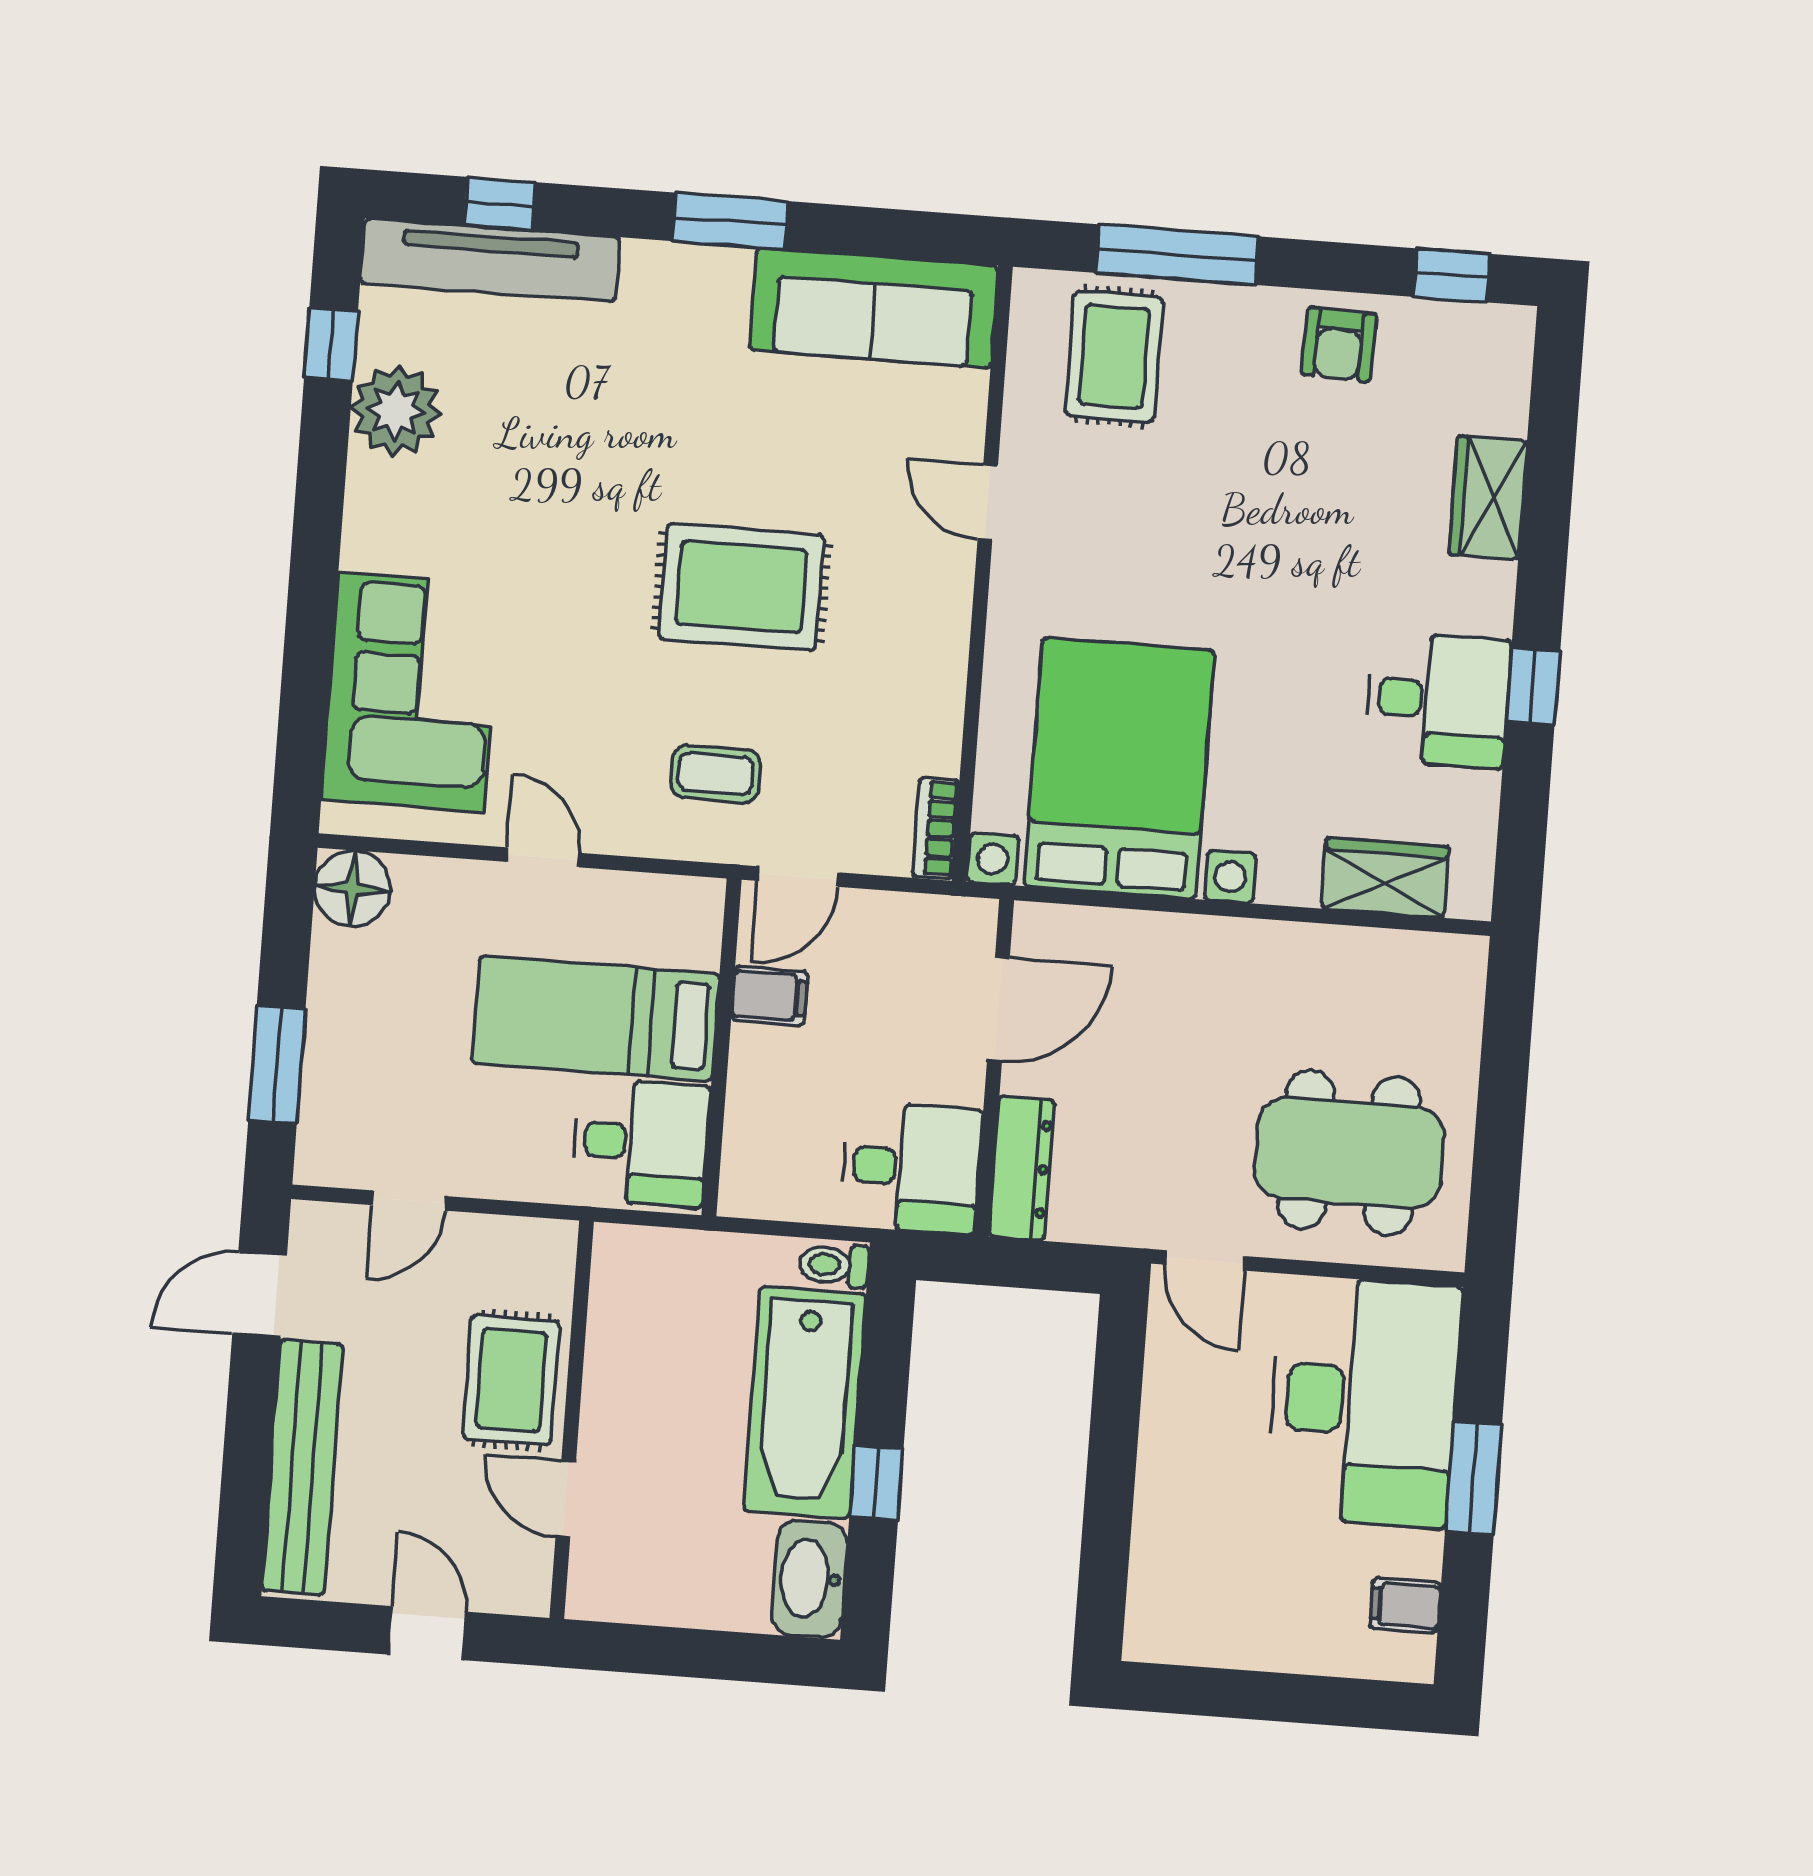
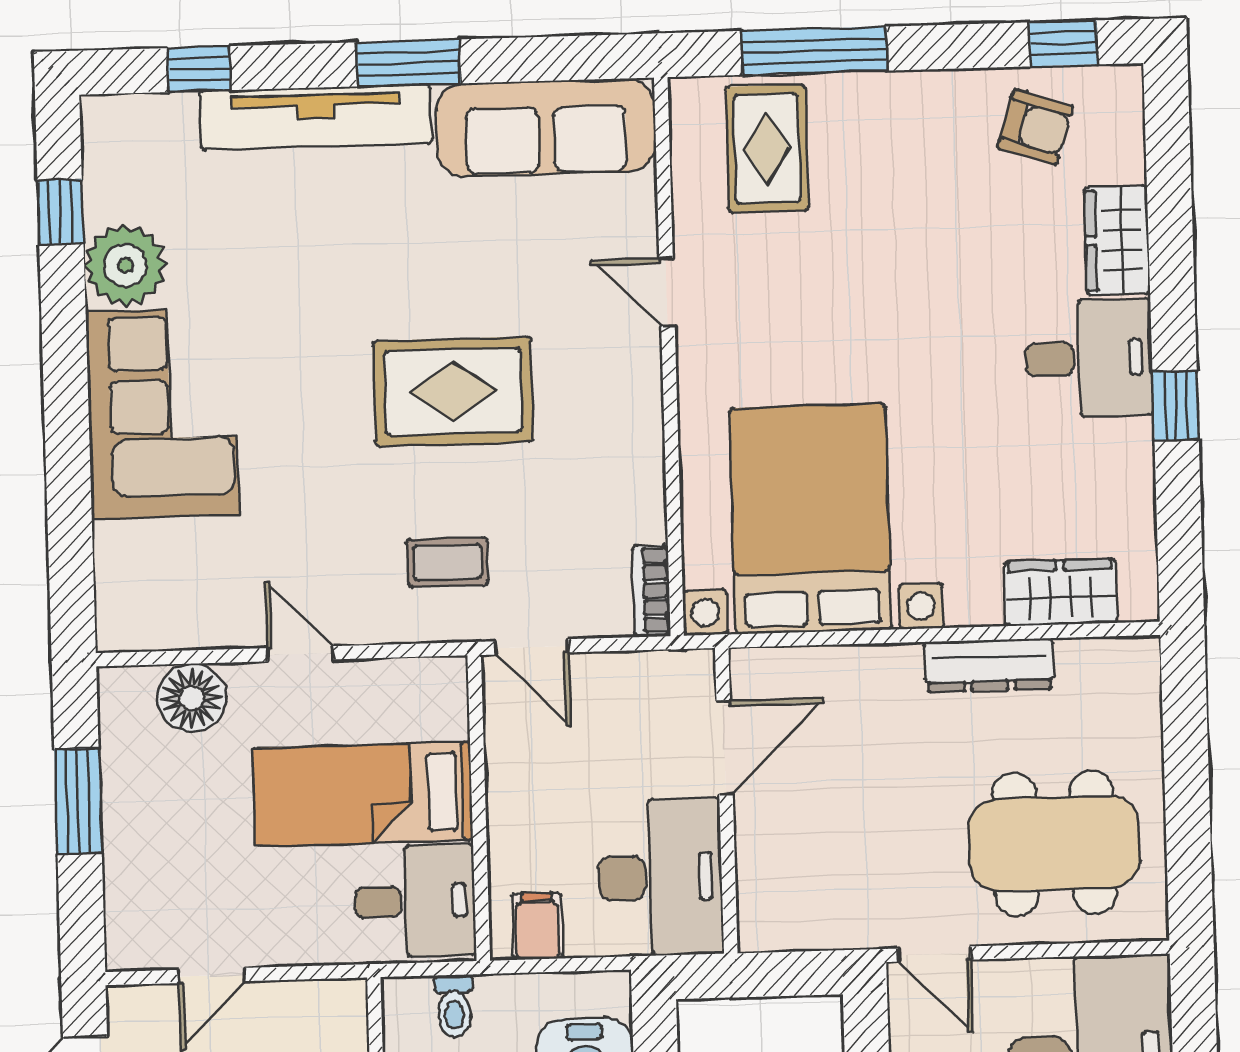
tv unit: (490, 260) -> (316, 117), moved
armchair: (1339, 344) -> (1035, 127), moved, turned -74
corner sofa: (411, 692) -> (162, 413), moved
desk: (1438, 700) -> (1089, 358), moved
door: (798, 877) -> (532, 647), hinge flipped
floor lamp: (353, 888) -> (192, 698), moved
filing cabinet: (769, 996) -> (537, 926), moved, turned -90
window: (277, 1064) -> (78, 801), moved
desk: (911, 1168) -> (660, 877), width x1.37
dresser: (1022, 1168) -> (989, 665), moved, turned 90
toilet: (834, 1265) -> (454, 1006), moved, turned -90

